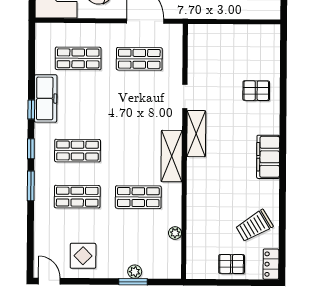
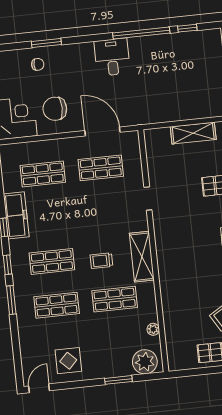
shelving: (196, 134) -> (193, 133), moved, turned 90
trolley: (129, 156) -> (101, 261), added
plant: (135, 272) -> (145, 362), moved, width x1.88, depth x1.88
door: (49, 281) -> (39, 388), hinge flipped

